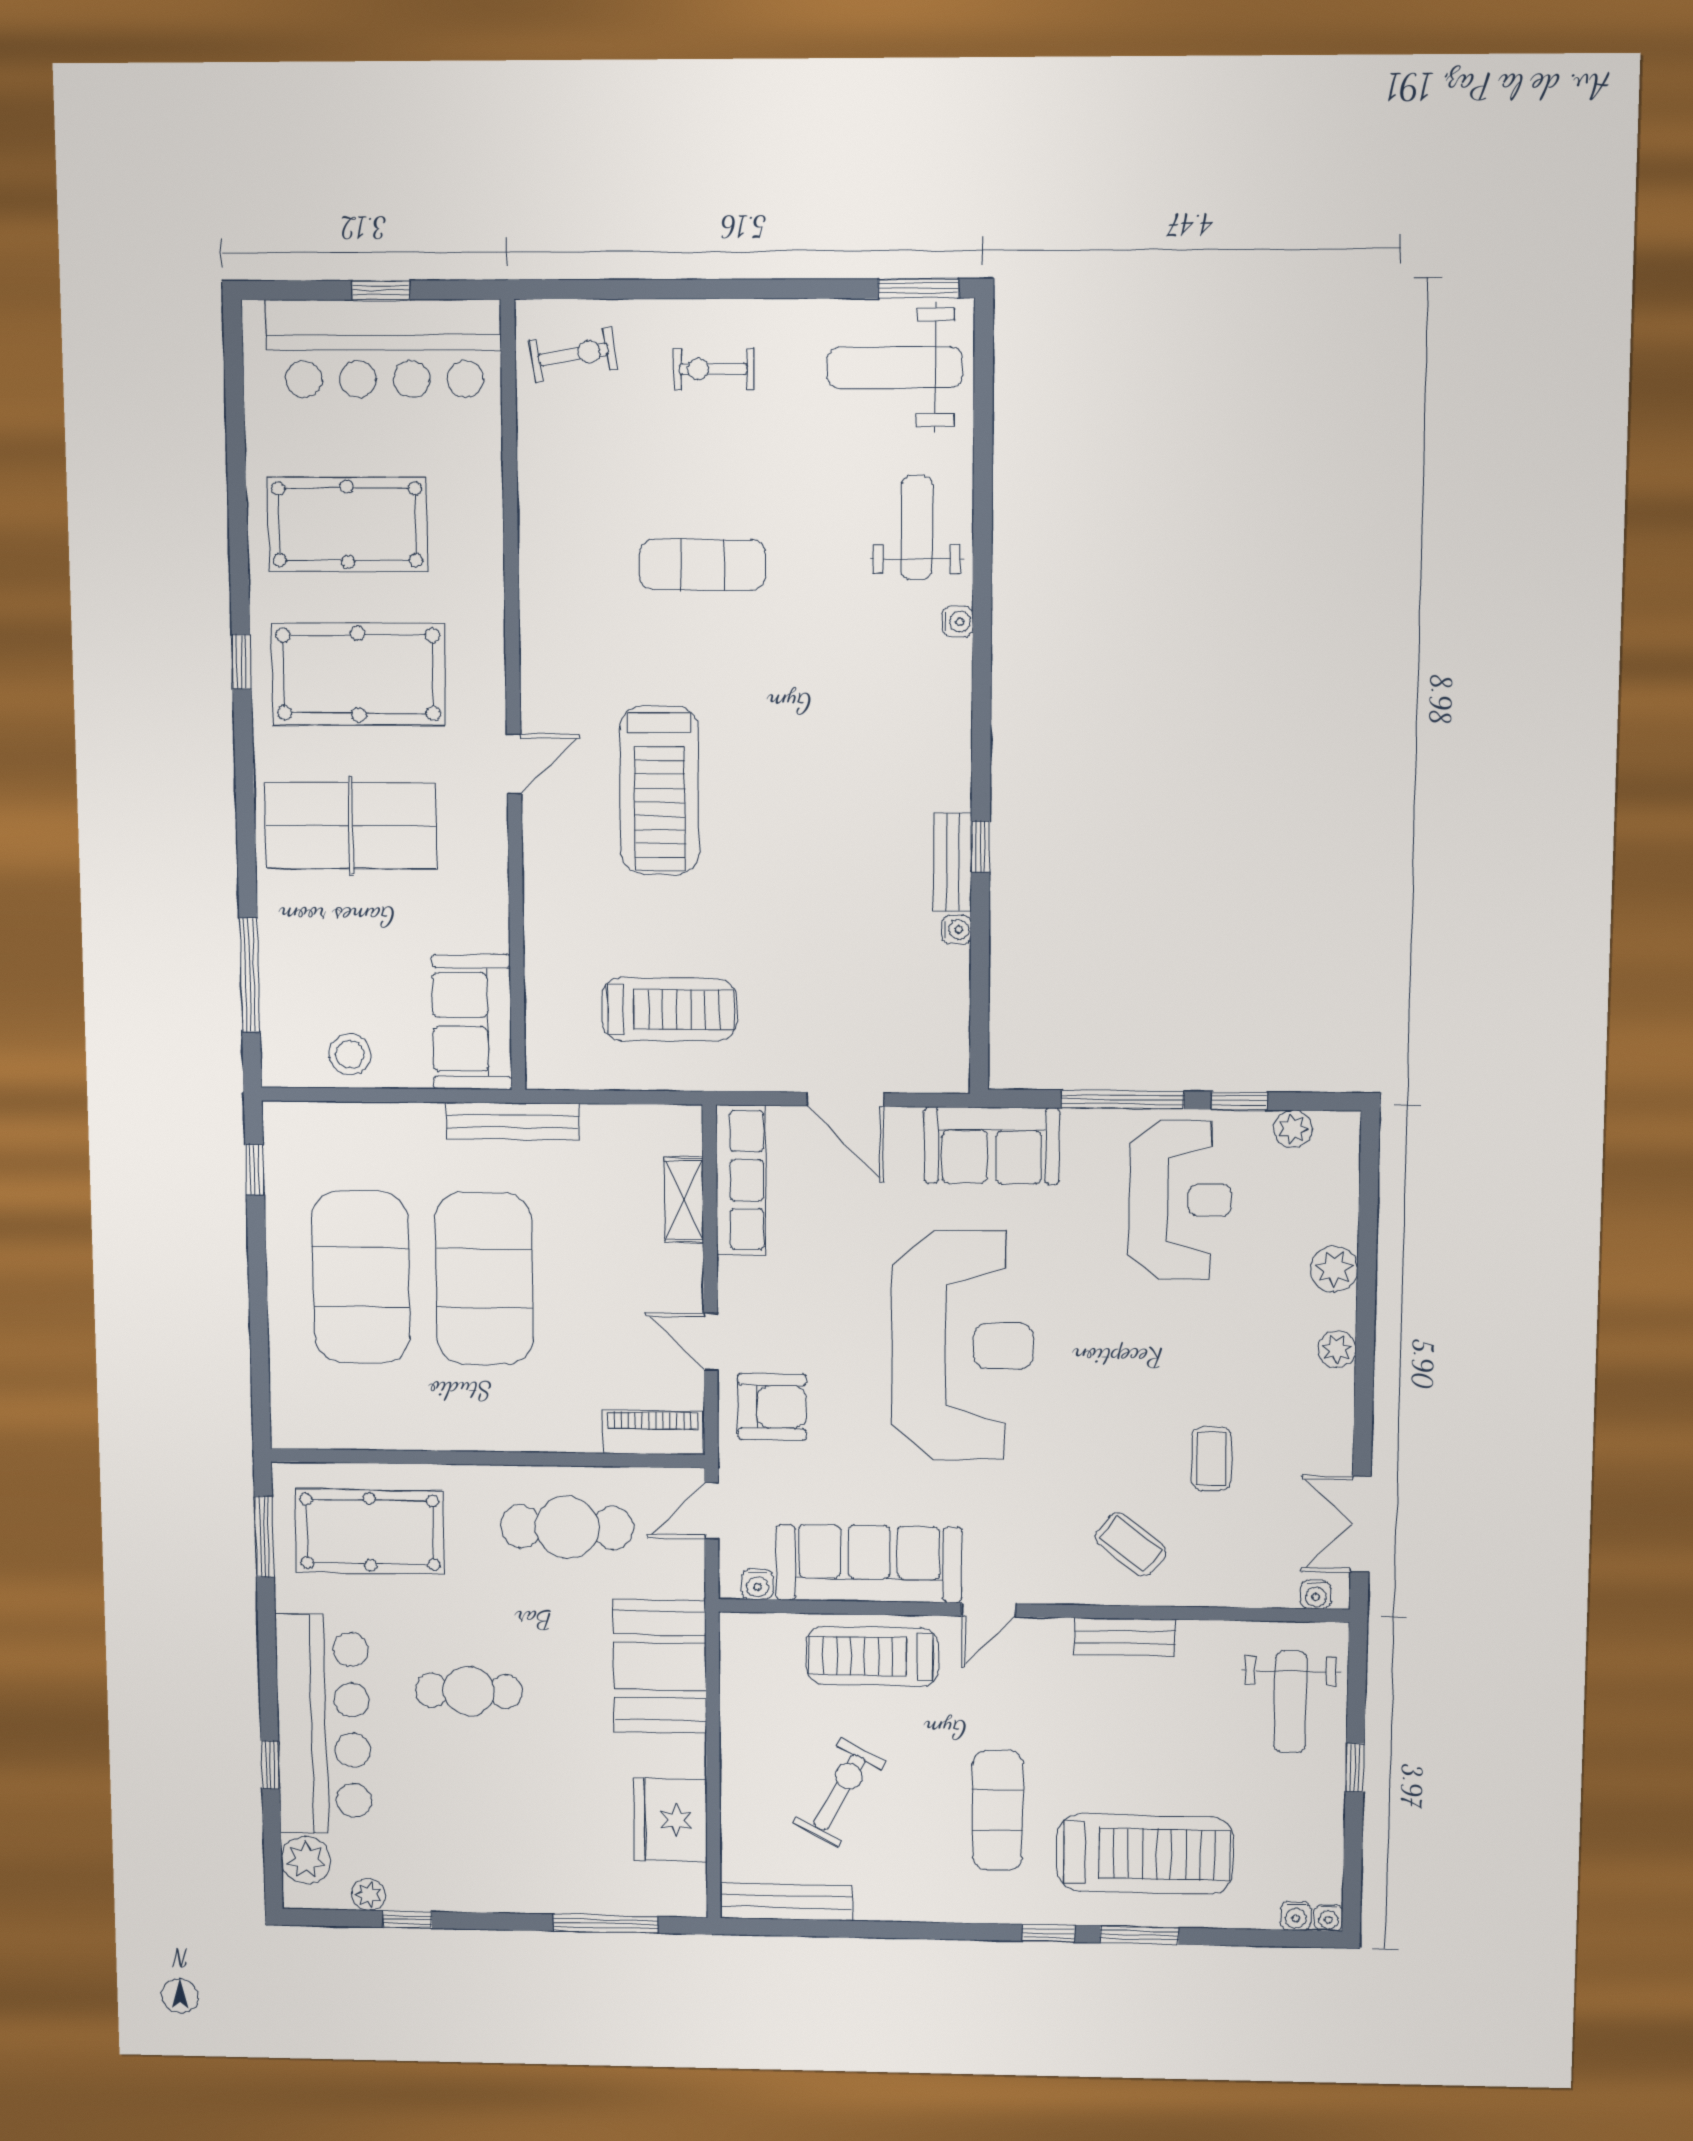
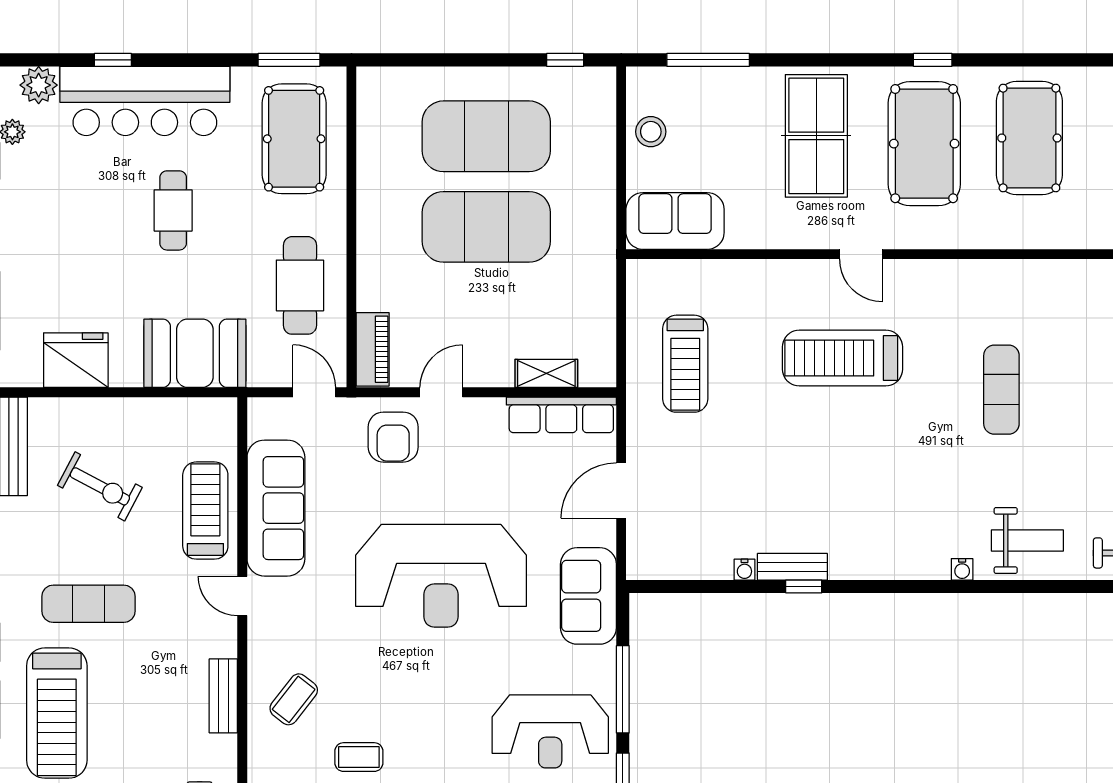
bench: (512, 1121) -> (603, 249), removed
water cooler: (757, 1584) -> (259, 426), removed

